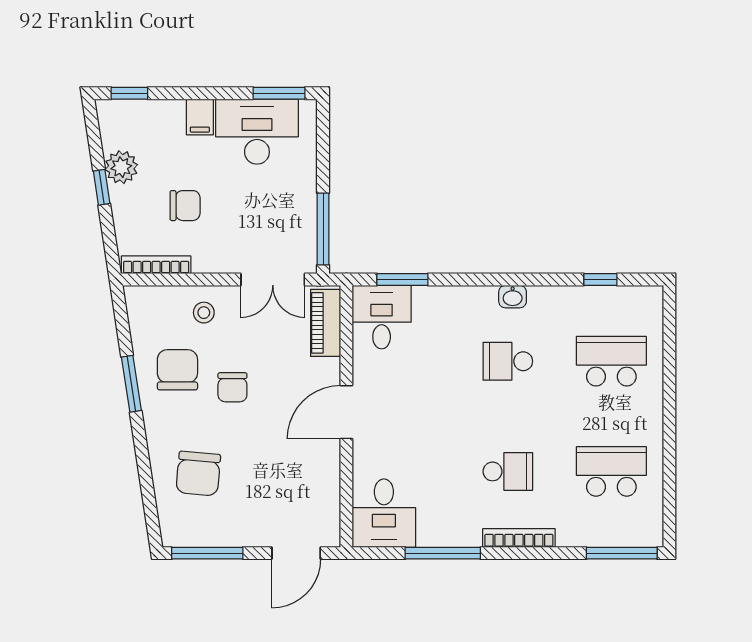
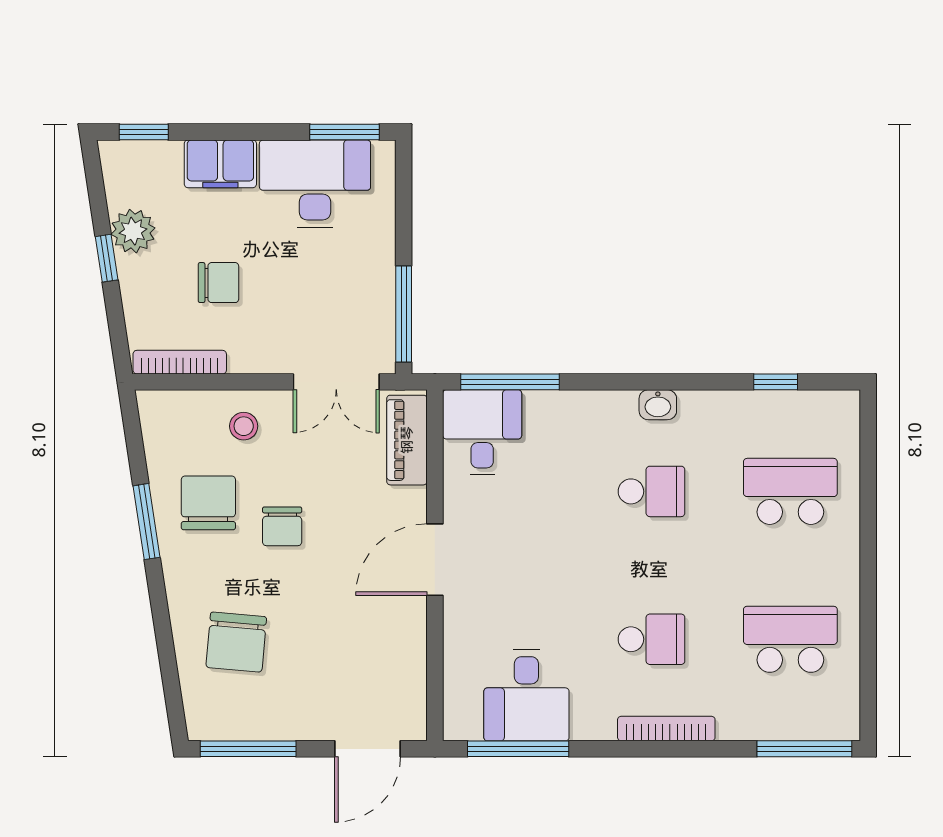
filing cabinet: (200, 117) -> (220, 164), width x2.00
window: (402, 280) -> (510, 382), width x1.44
school desk: (508, 361) -> (652, 491), turned 180
desk: (384, 513) -> (526, 695), moved
window: (443, 553) -> (518, 749), moved

